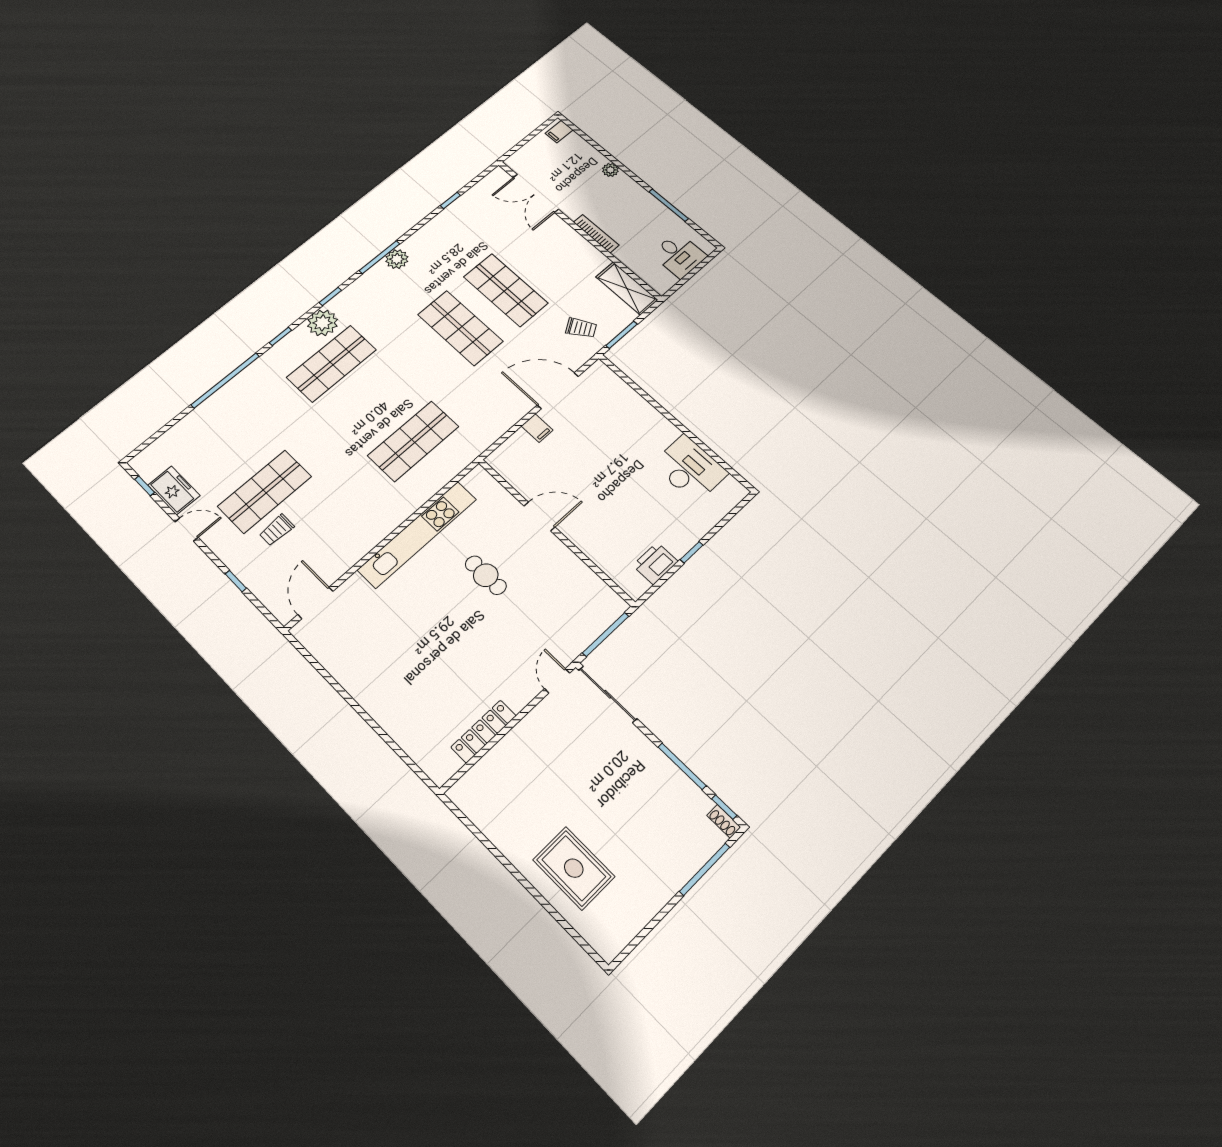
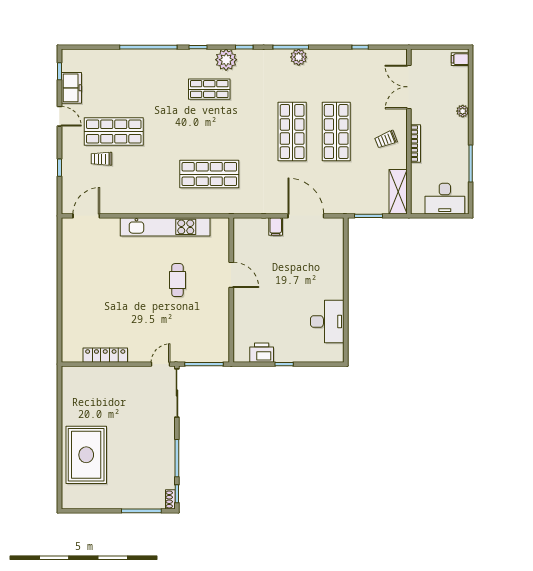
desk: (679, 255) -> (445, 199), width x1.37
trolley: (581, 328) -> (386, 139), moved, turned 101
shop shelf: (332, 363) -> (209, 89), width x0.70, depth x0.74
rug: (574, 868) -> (86, 455), width x1.37, depth x1.44

